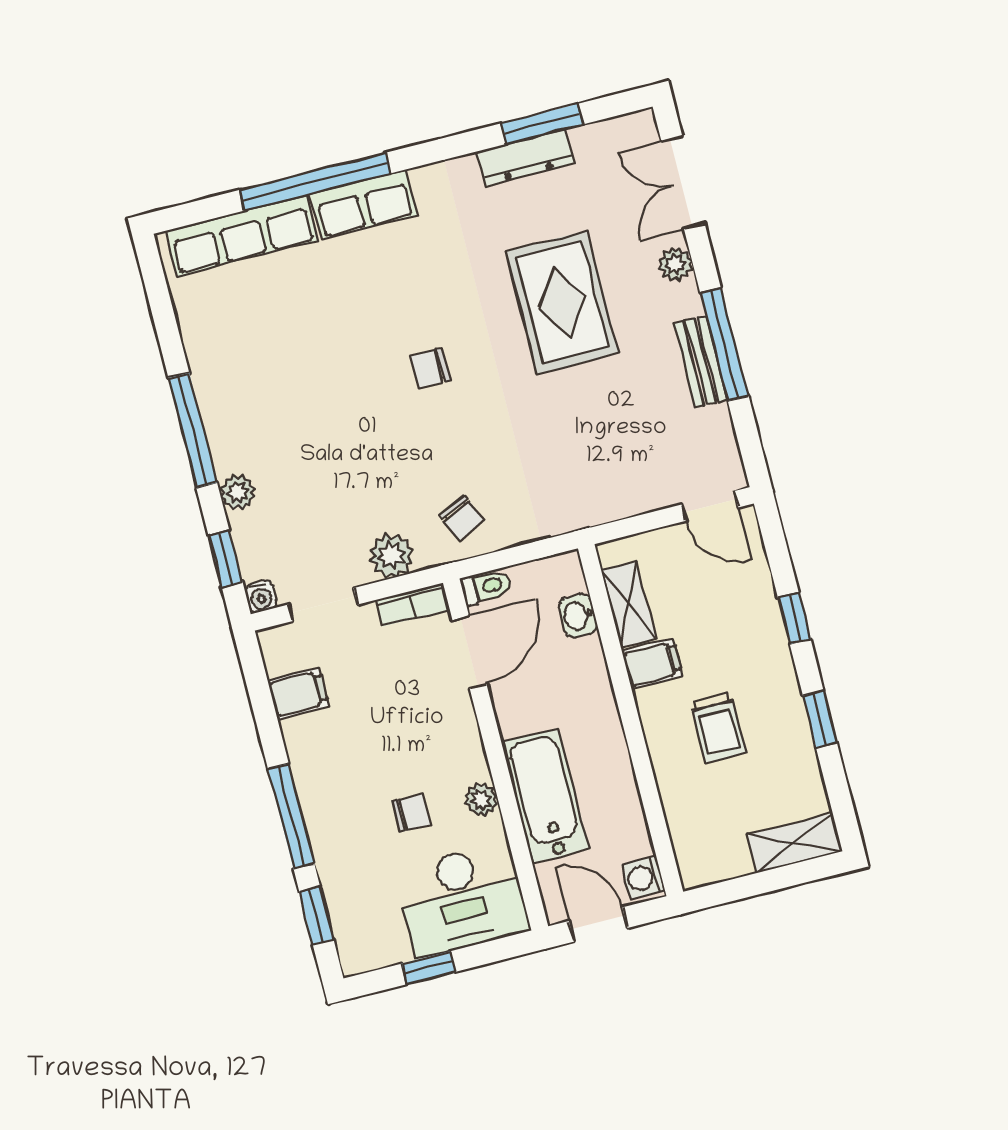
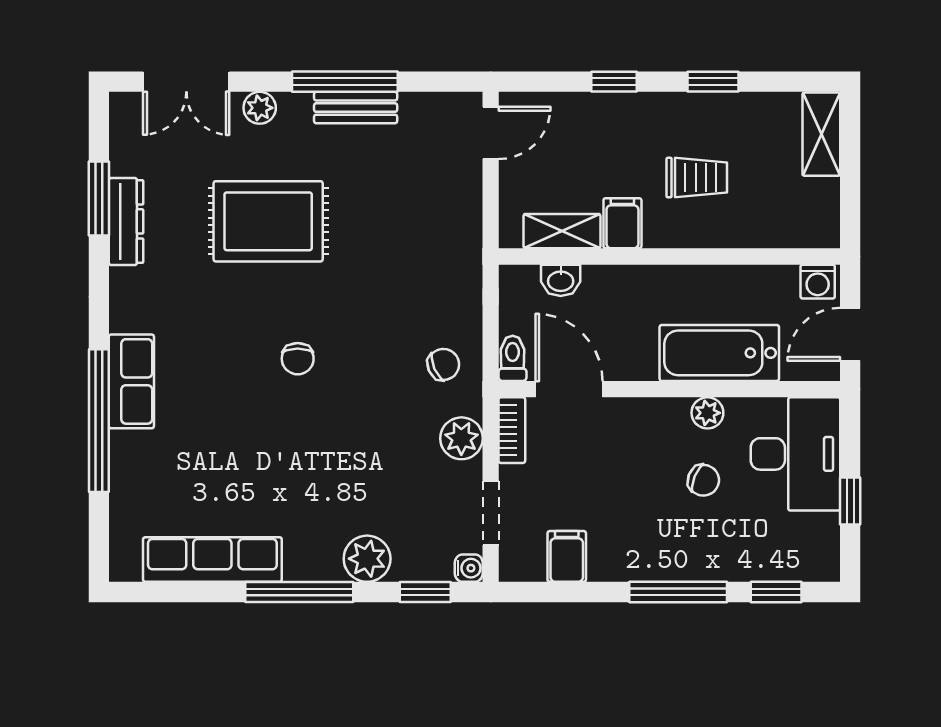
row of seats: (242, 236) -> (212, 560), moved, turned -90
plant: (238, 492) -> (367, 559), width x1.38, depth x1.38
chair: (411, 813) -> (703, 480), turned 112

